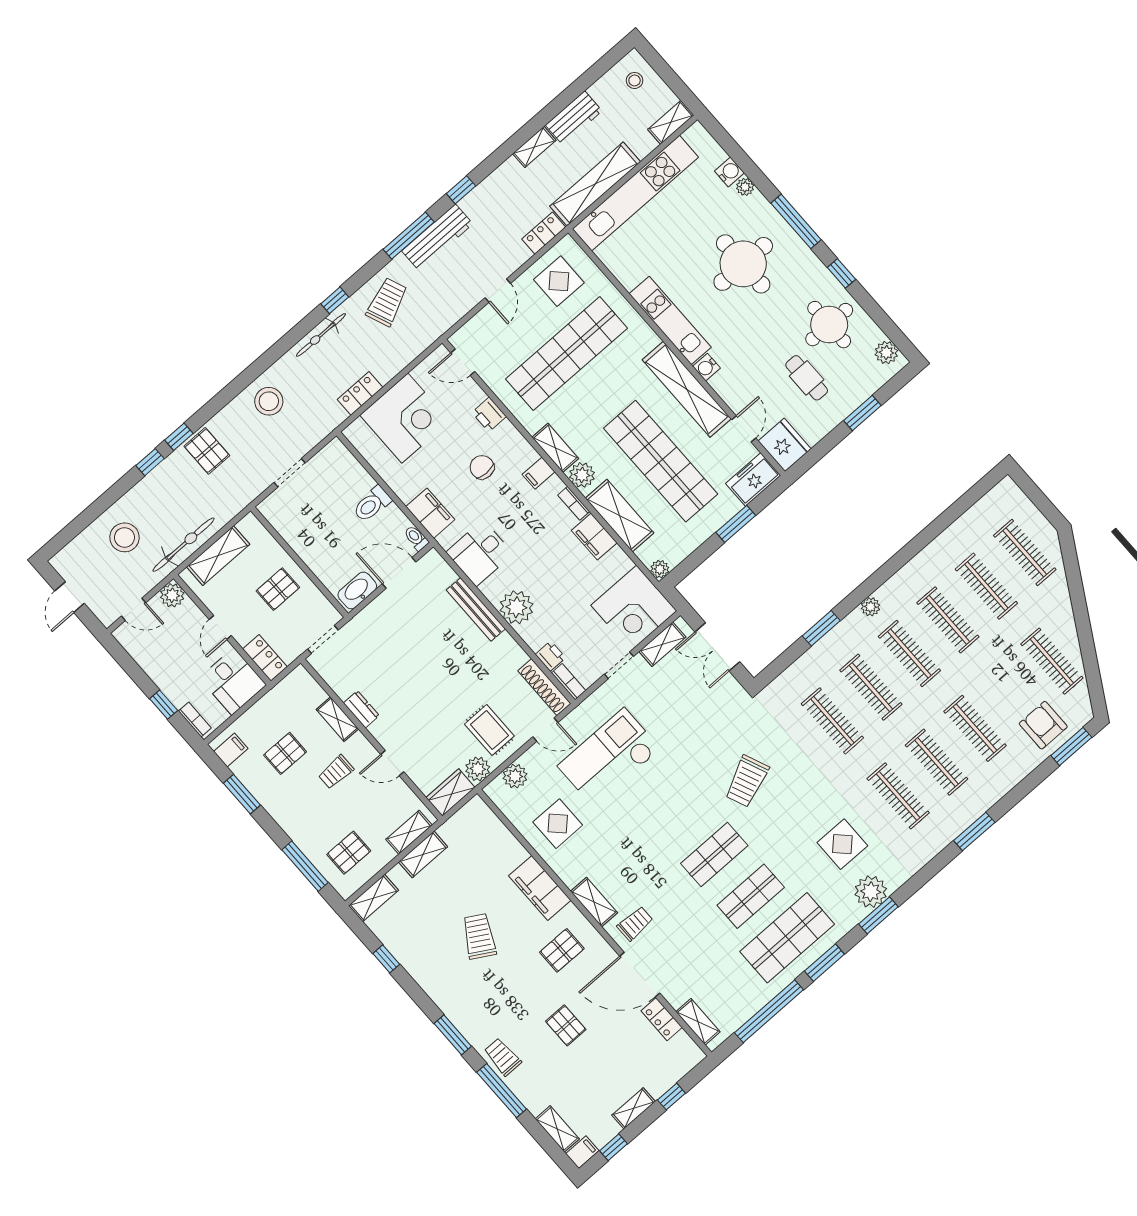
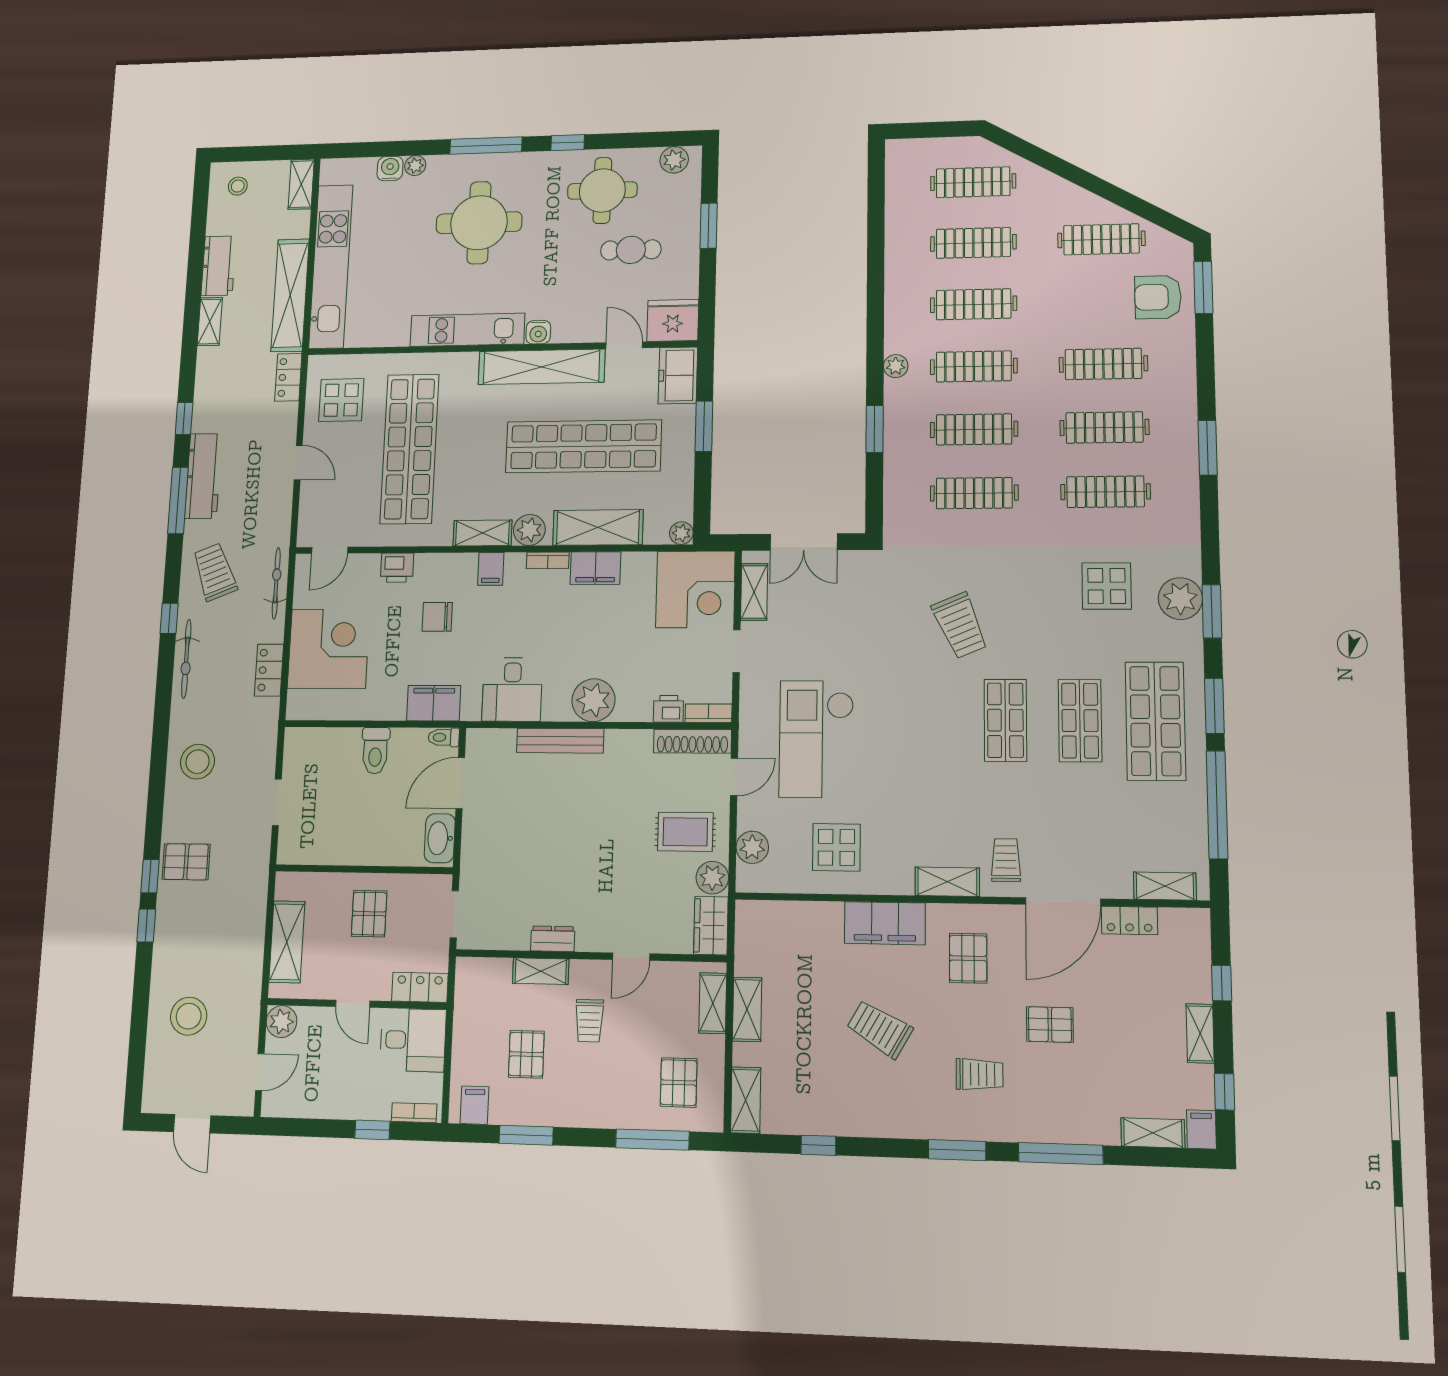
bicycle: (184, 545) -> (276, 583), moved, width x0.73, depth x0.71
trolley: (503, 1057) -> (980, 1074), moved, turned 180

